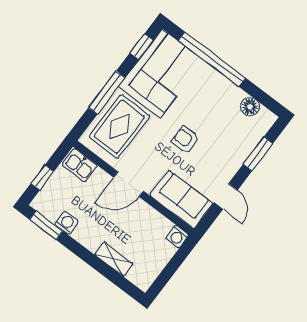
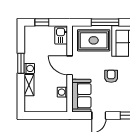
washing machine: (67, 223) -> (29, 68), moved
window: (46, 225) -> (21, 63), moved
washing machine: (177, 237) -> (62, 92), moved

